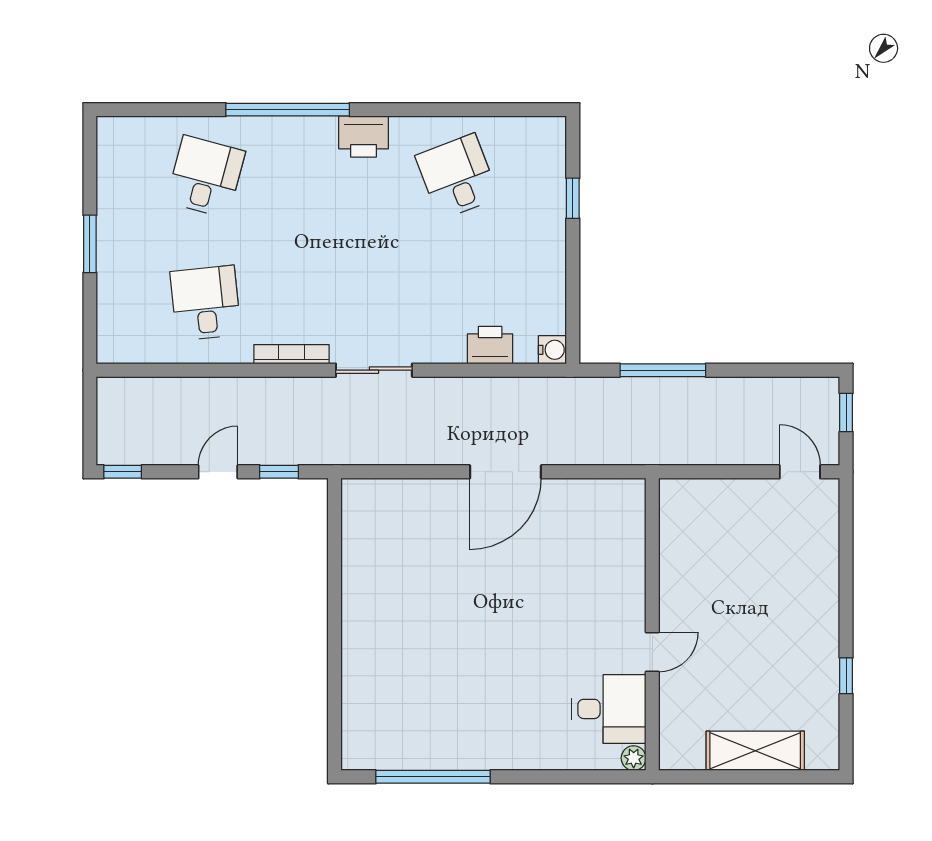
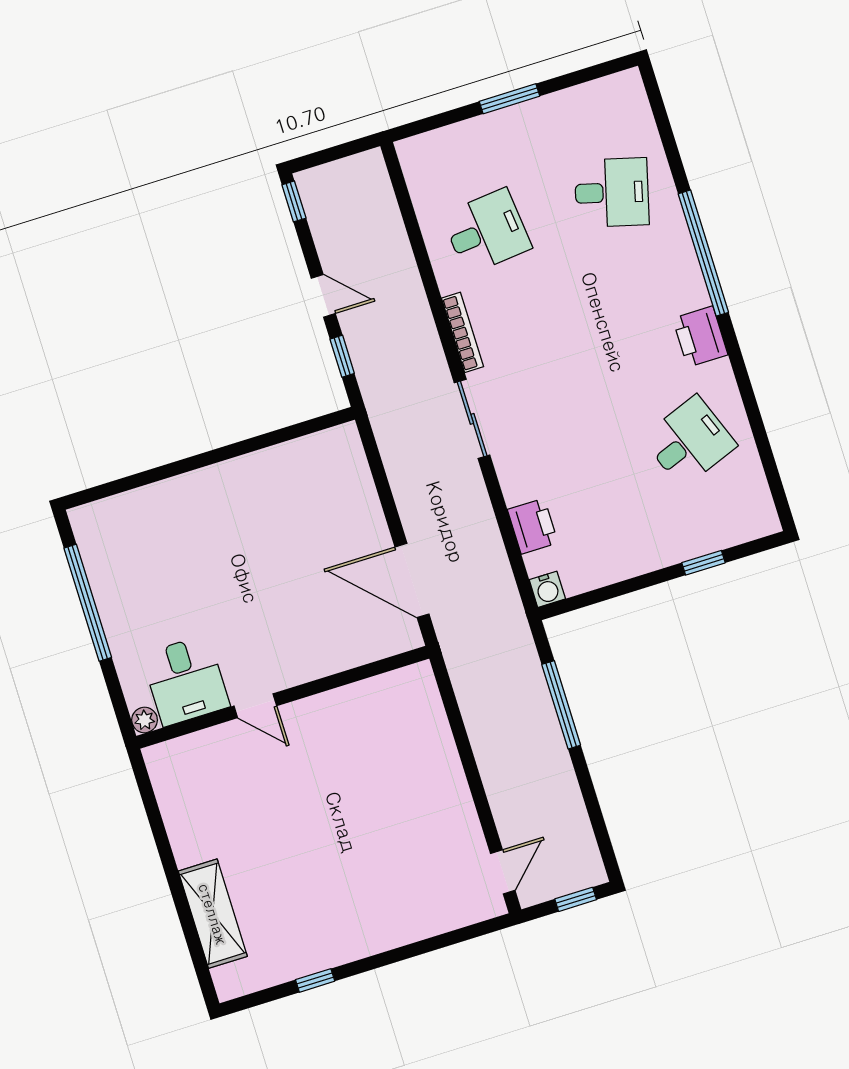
wall: (652, 624) -> (283, 697), moved
door: (652, 652) -> (255, 706), moved
desk: (609, 709) -> (186, 680), moved
plant: (634, 758) -> (145, 720), moved

